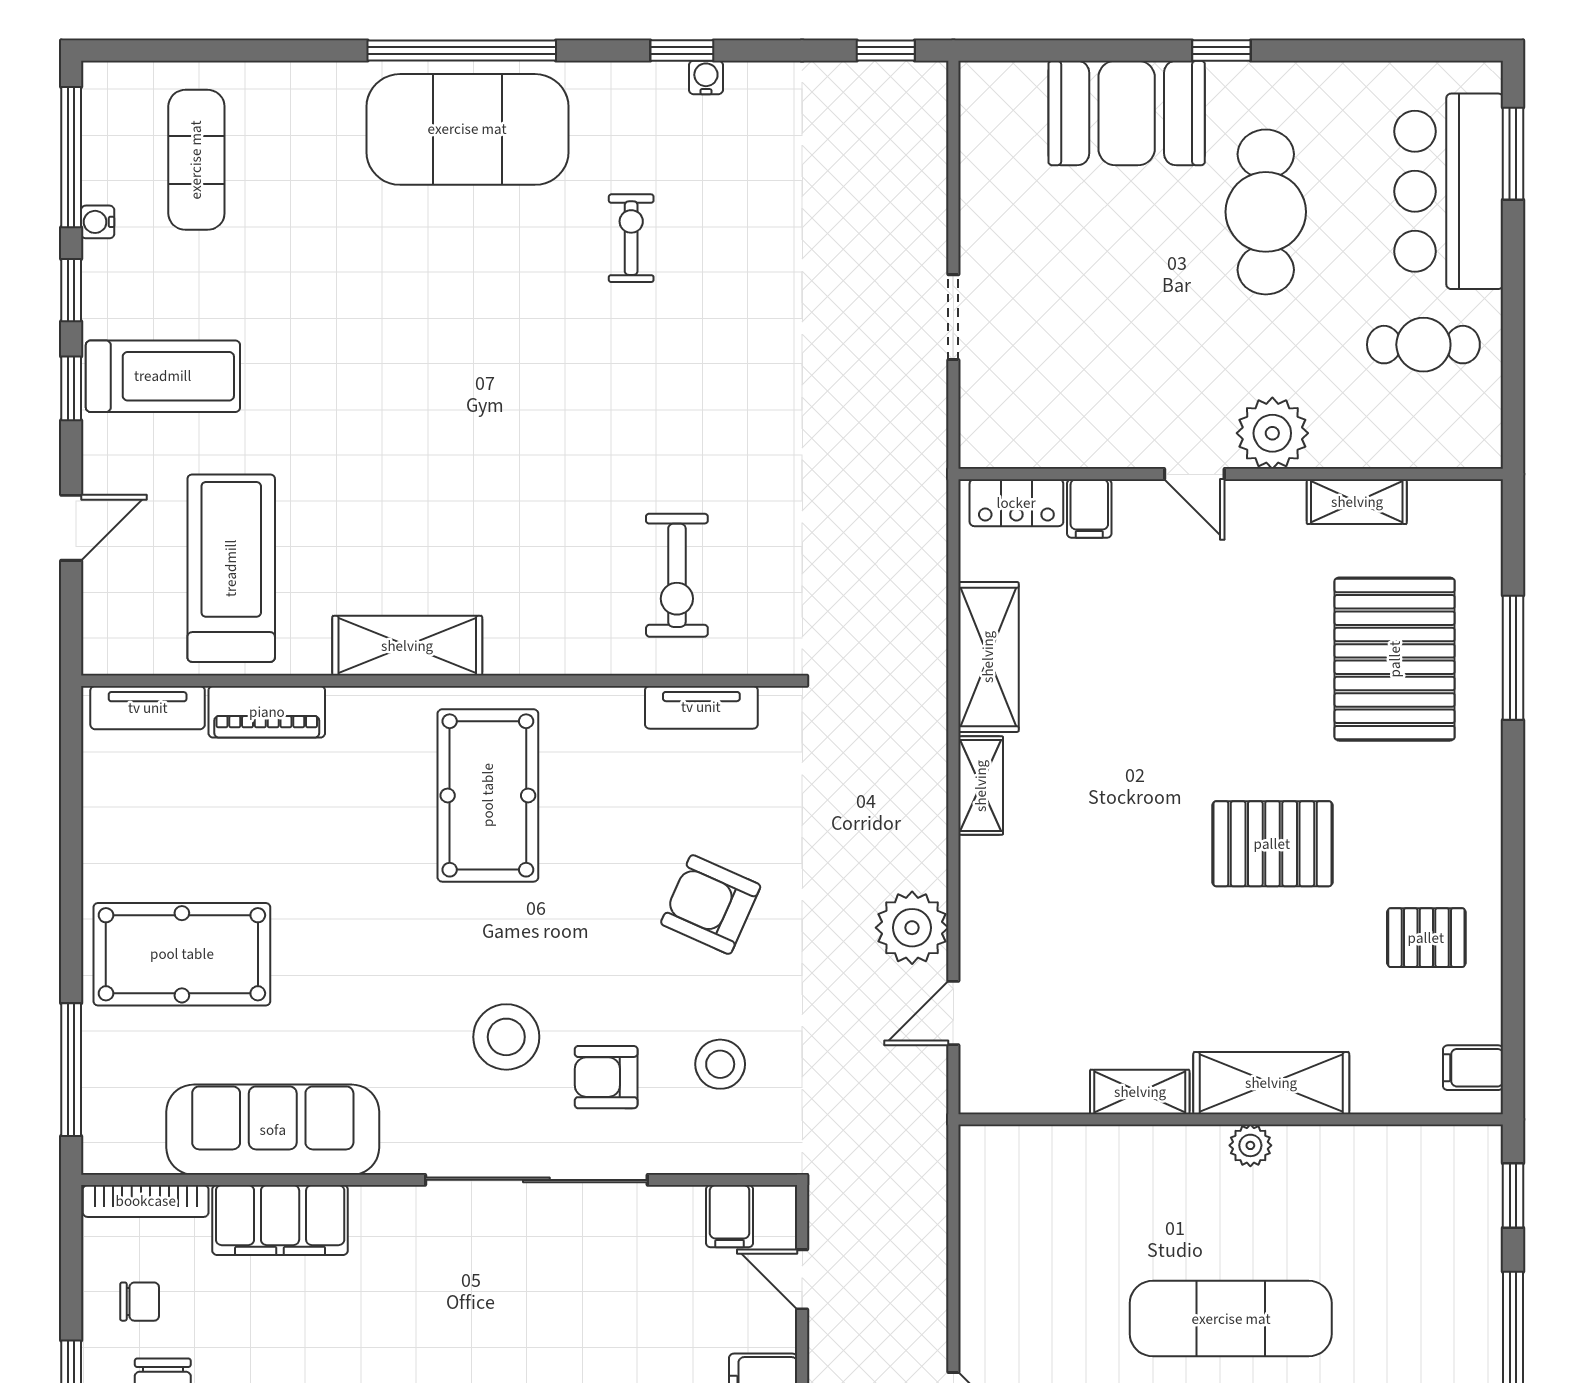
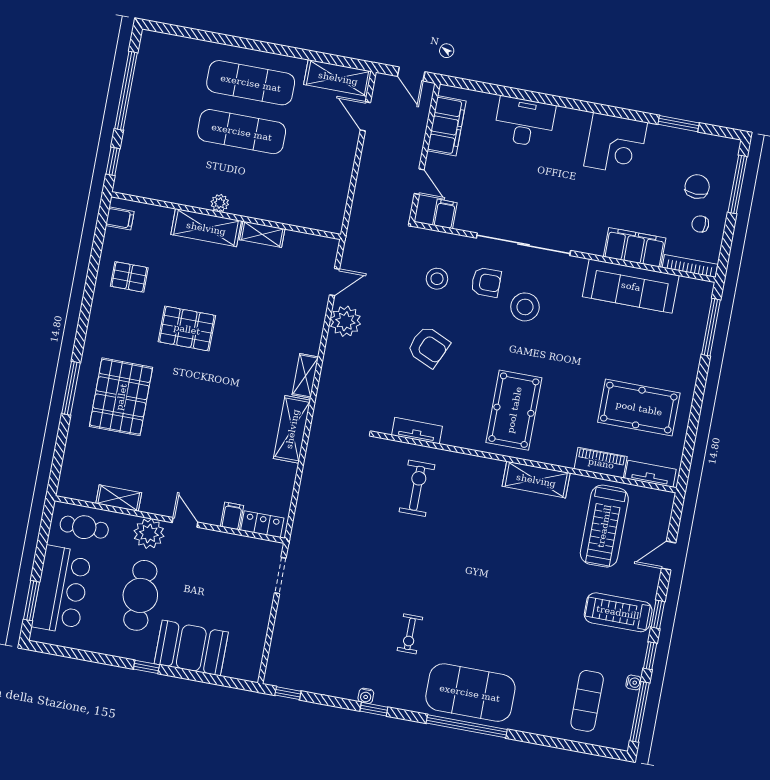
plant: (1272, 433) -> (149, 533), moved
door: (1194, 474) -> (185, 522), moved
wall: (1231, 474) -> (170, 520), moved
shelving: (1357, 502) -> (119, 498), moved
locker: (1016, 503) -> (262, 524), moved
filing cabinet: (1089, 509) -> (232, 516), moved
pool table: (182, 954) -> (639, 408), moved

